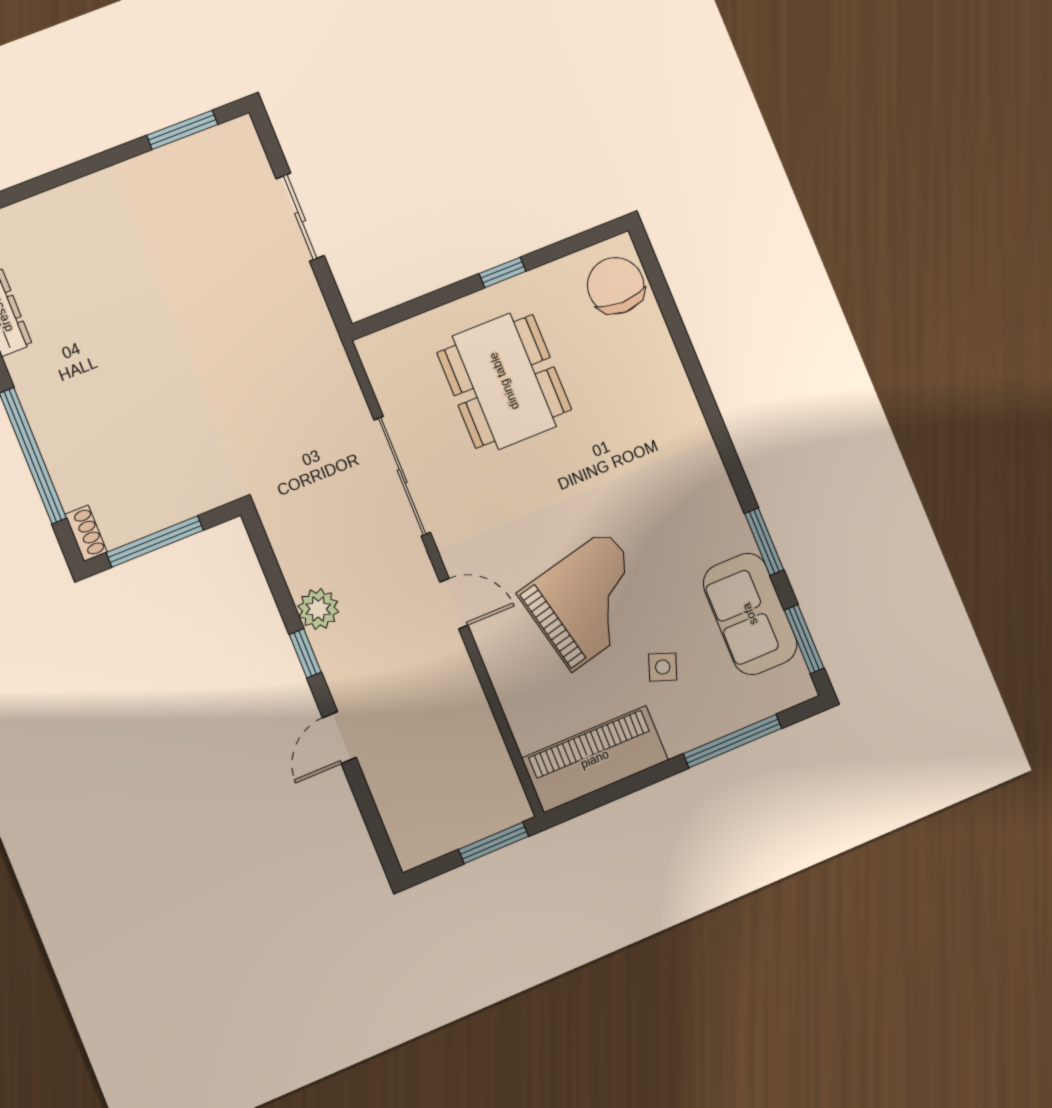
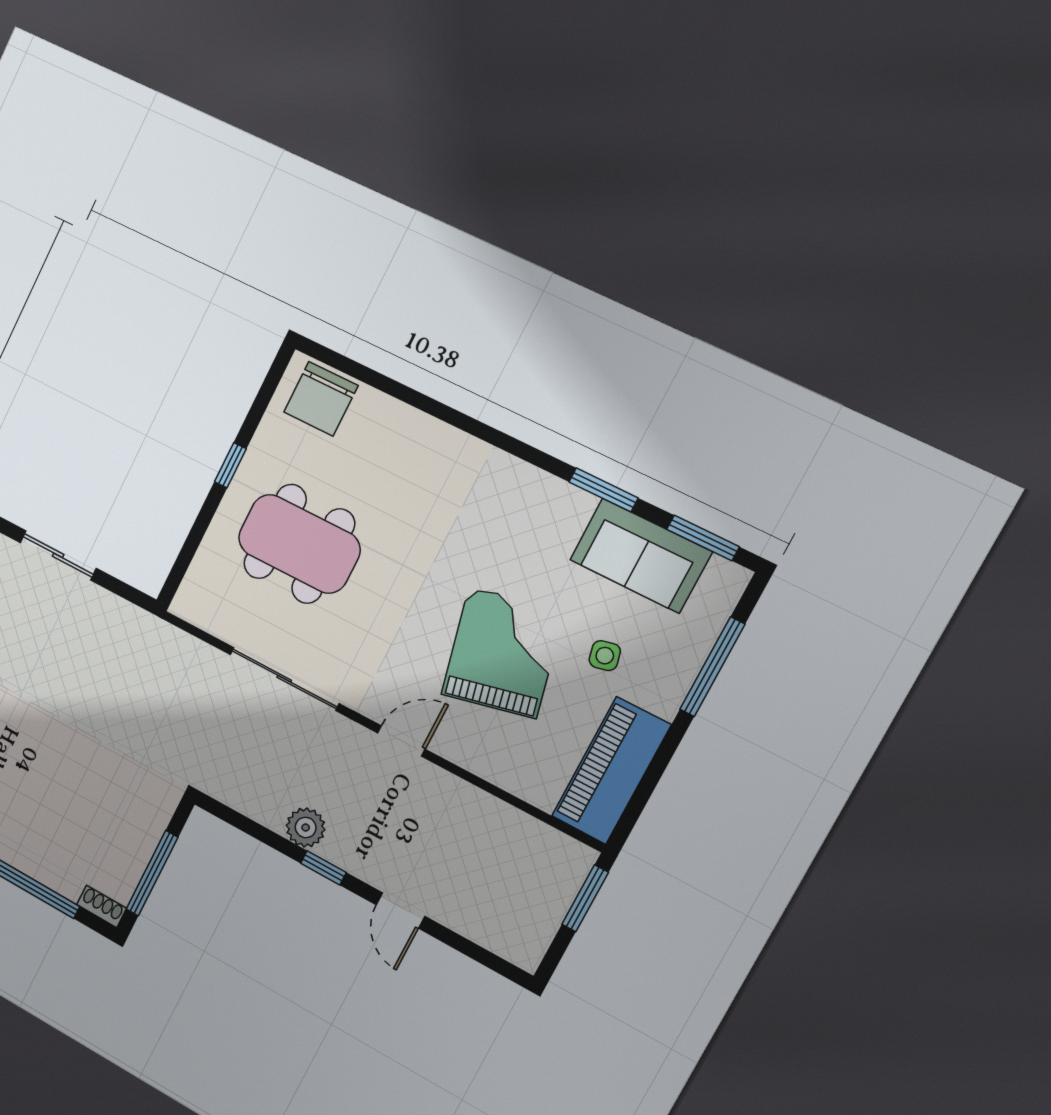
chair: (616, 286) -> (321, 399), turned -90
side table: (663, 667) -> (605, 656), turned -33

